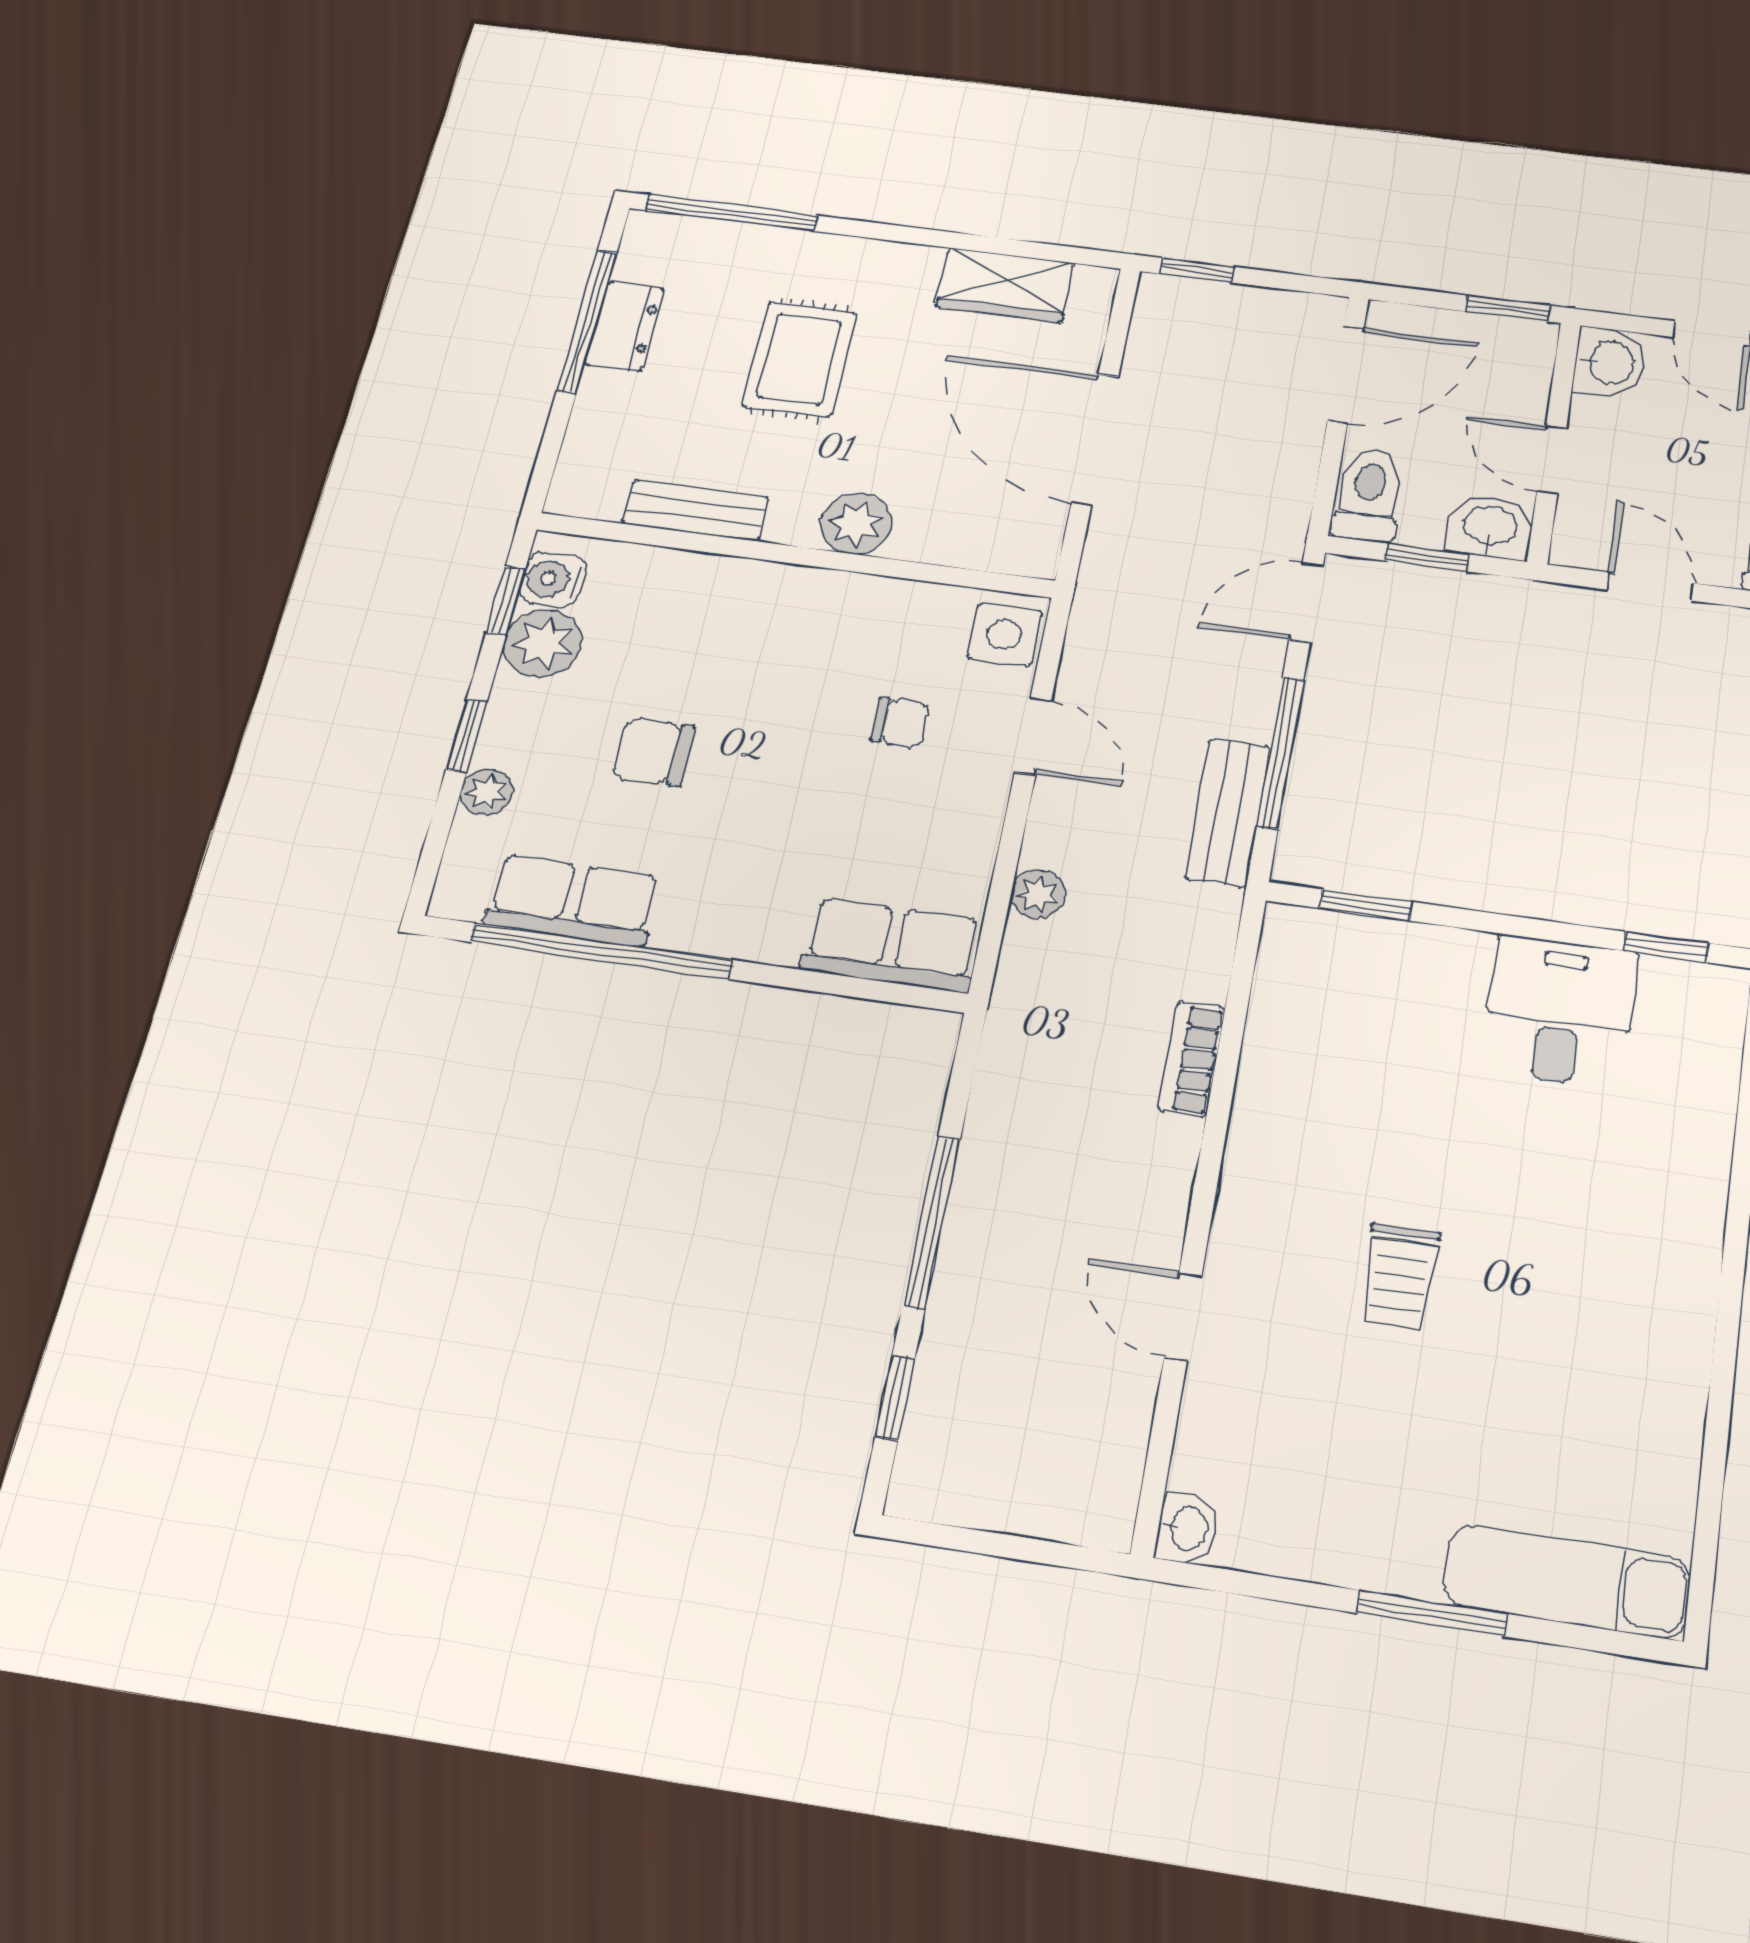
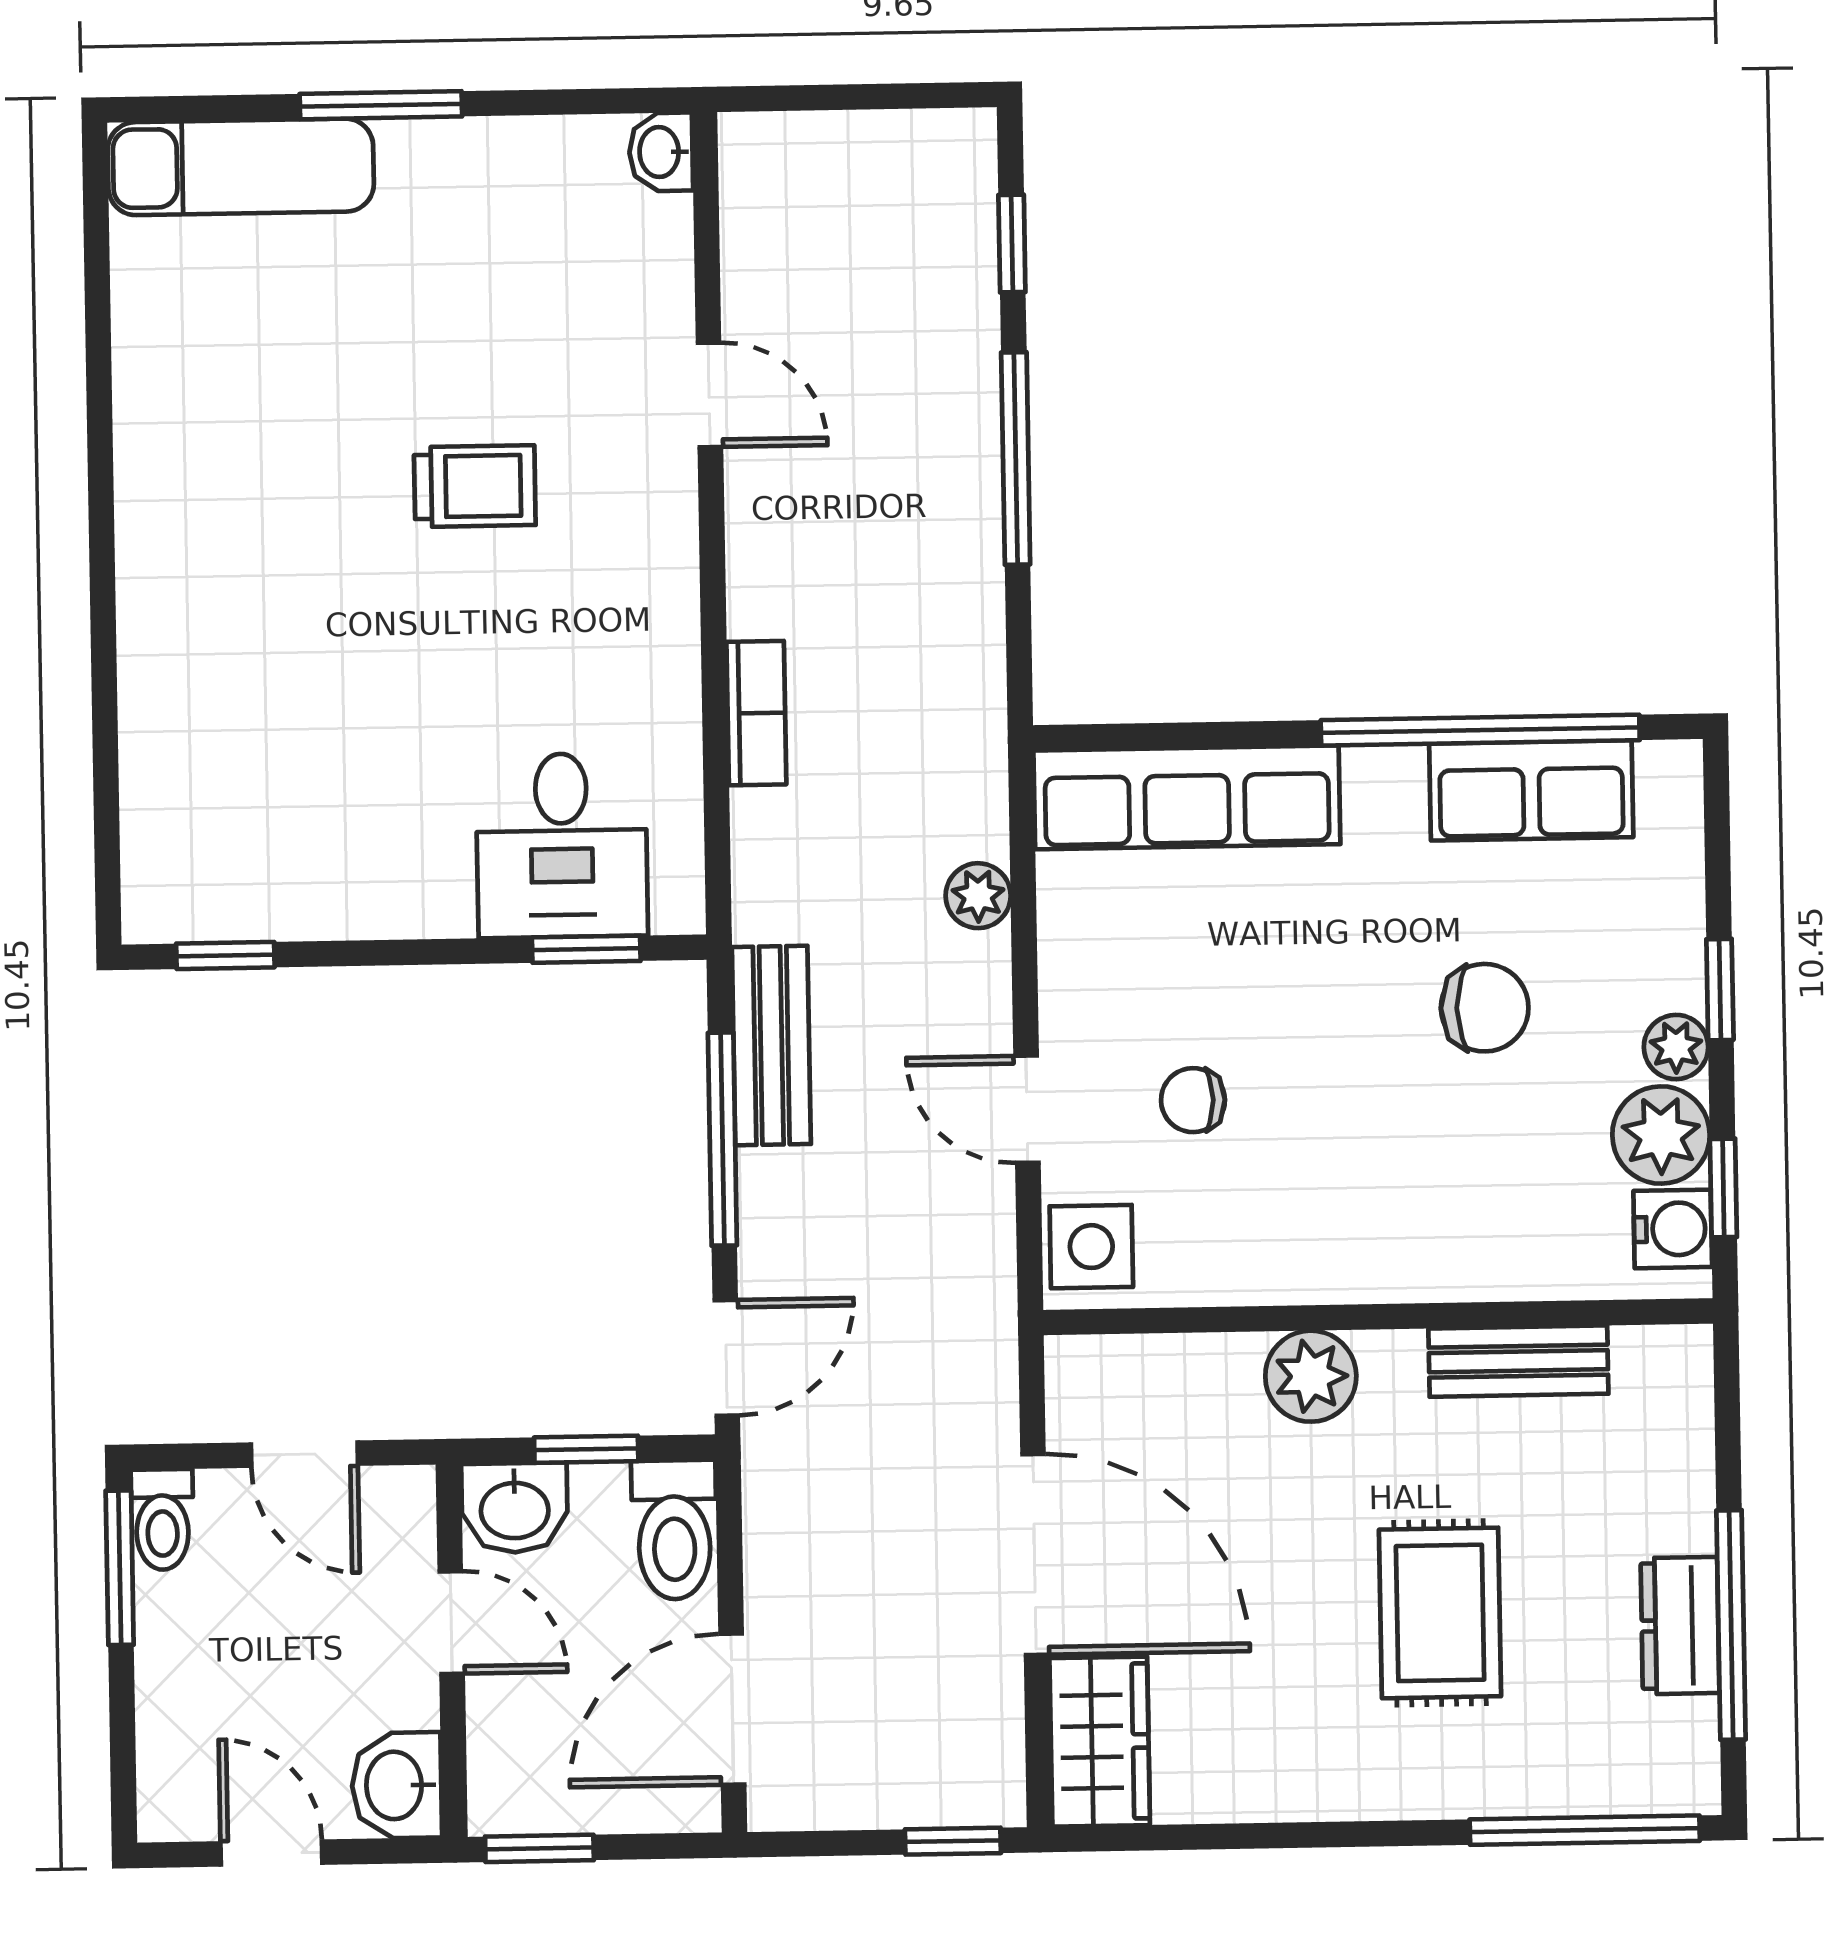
wardrobe: (1005, 285) -> (1100, 1742), moved, turned 90
plant: (487, 792) -> (1676, 1047), moved
row of seats: (892, 945) -> (1187, 797), width x1.48
desk: (1560, 1011) -> (562, 845), moved
trolley: (1399, 1277) -> (475, 486), turned 90

